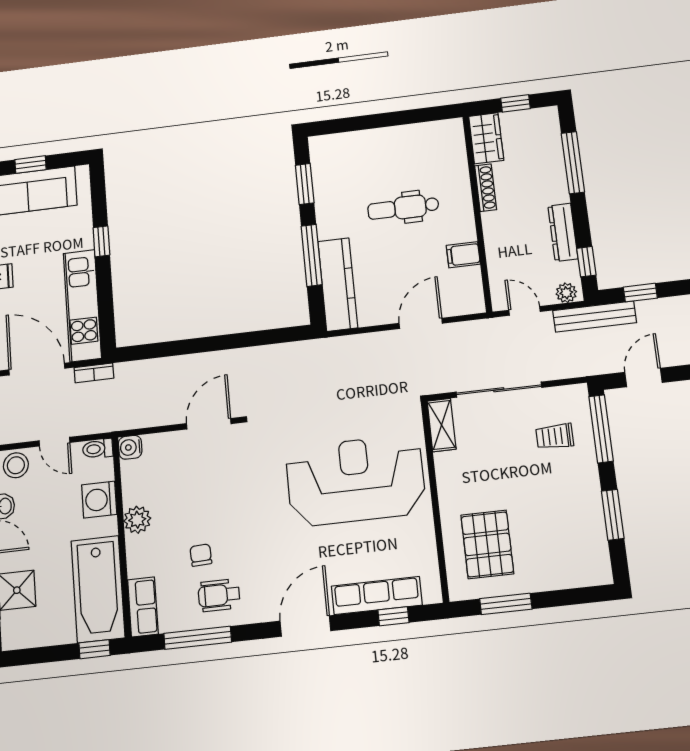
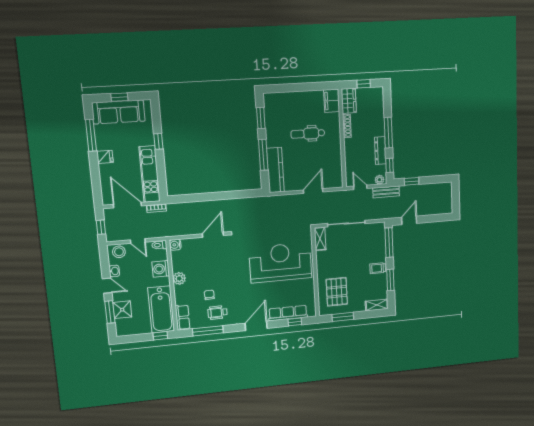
window: (573, 163) -> (388, 133), moved
filing cabinet: (463, 255) -> (332, 101), moved, width x2.00
bench: (595, 317) -> (386, 192), width x0.73
trolley: (555, 436) -> (378, 268), moved
shelving: (585, 575) -> (377, 305), added

